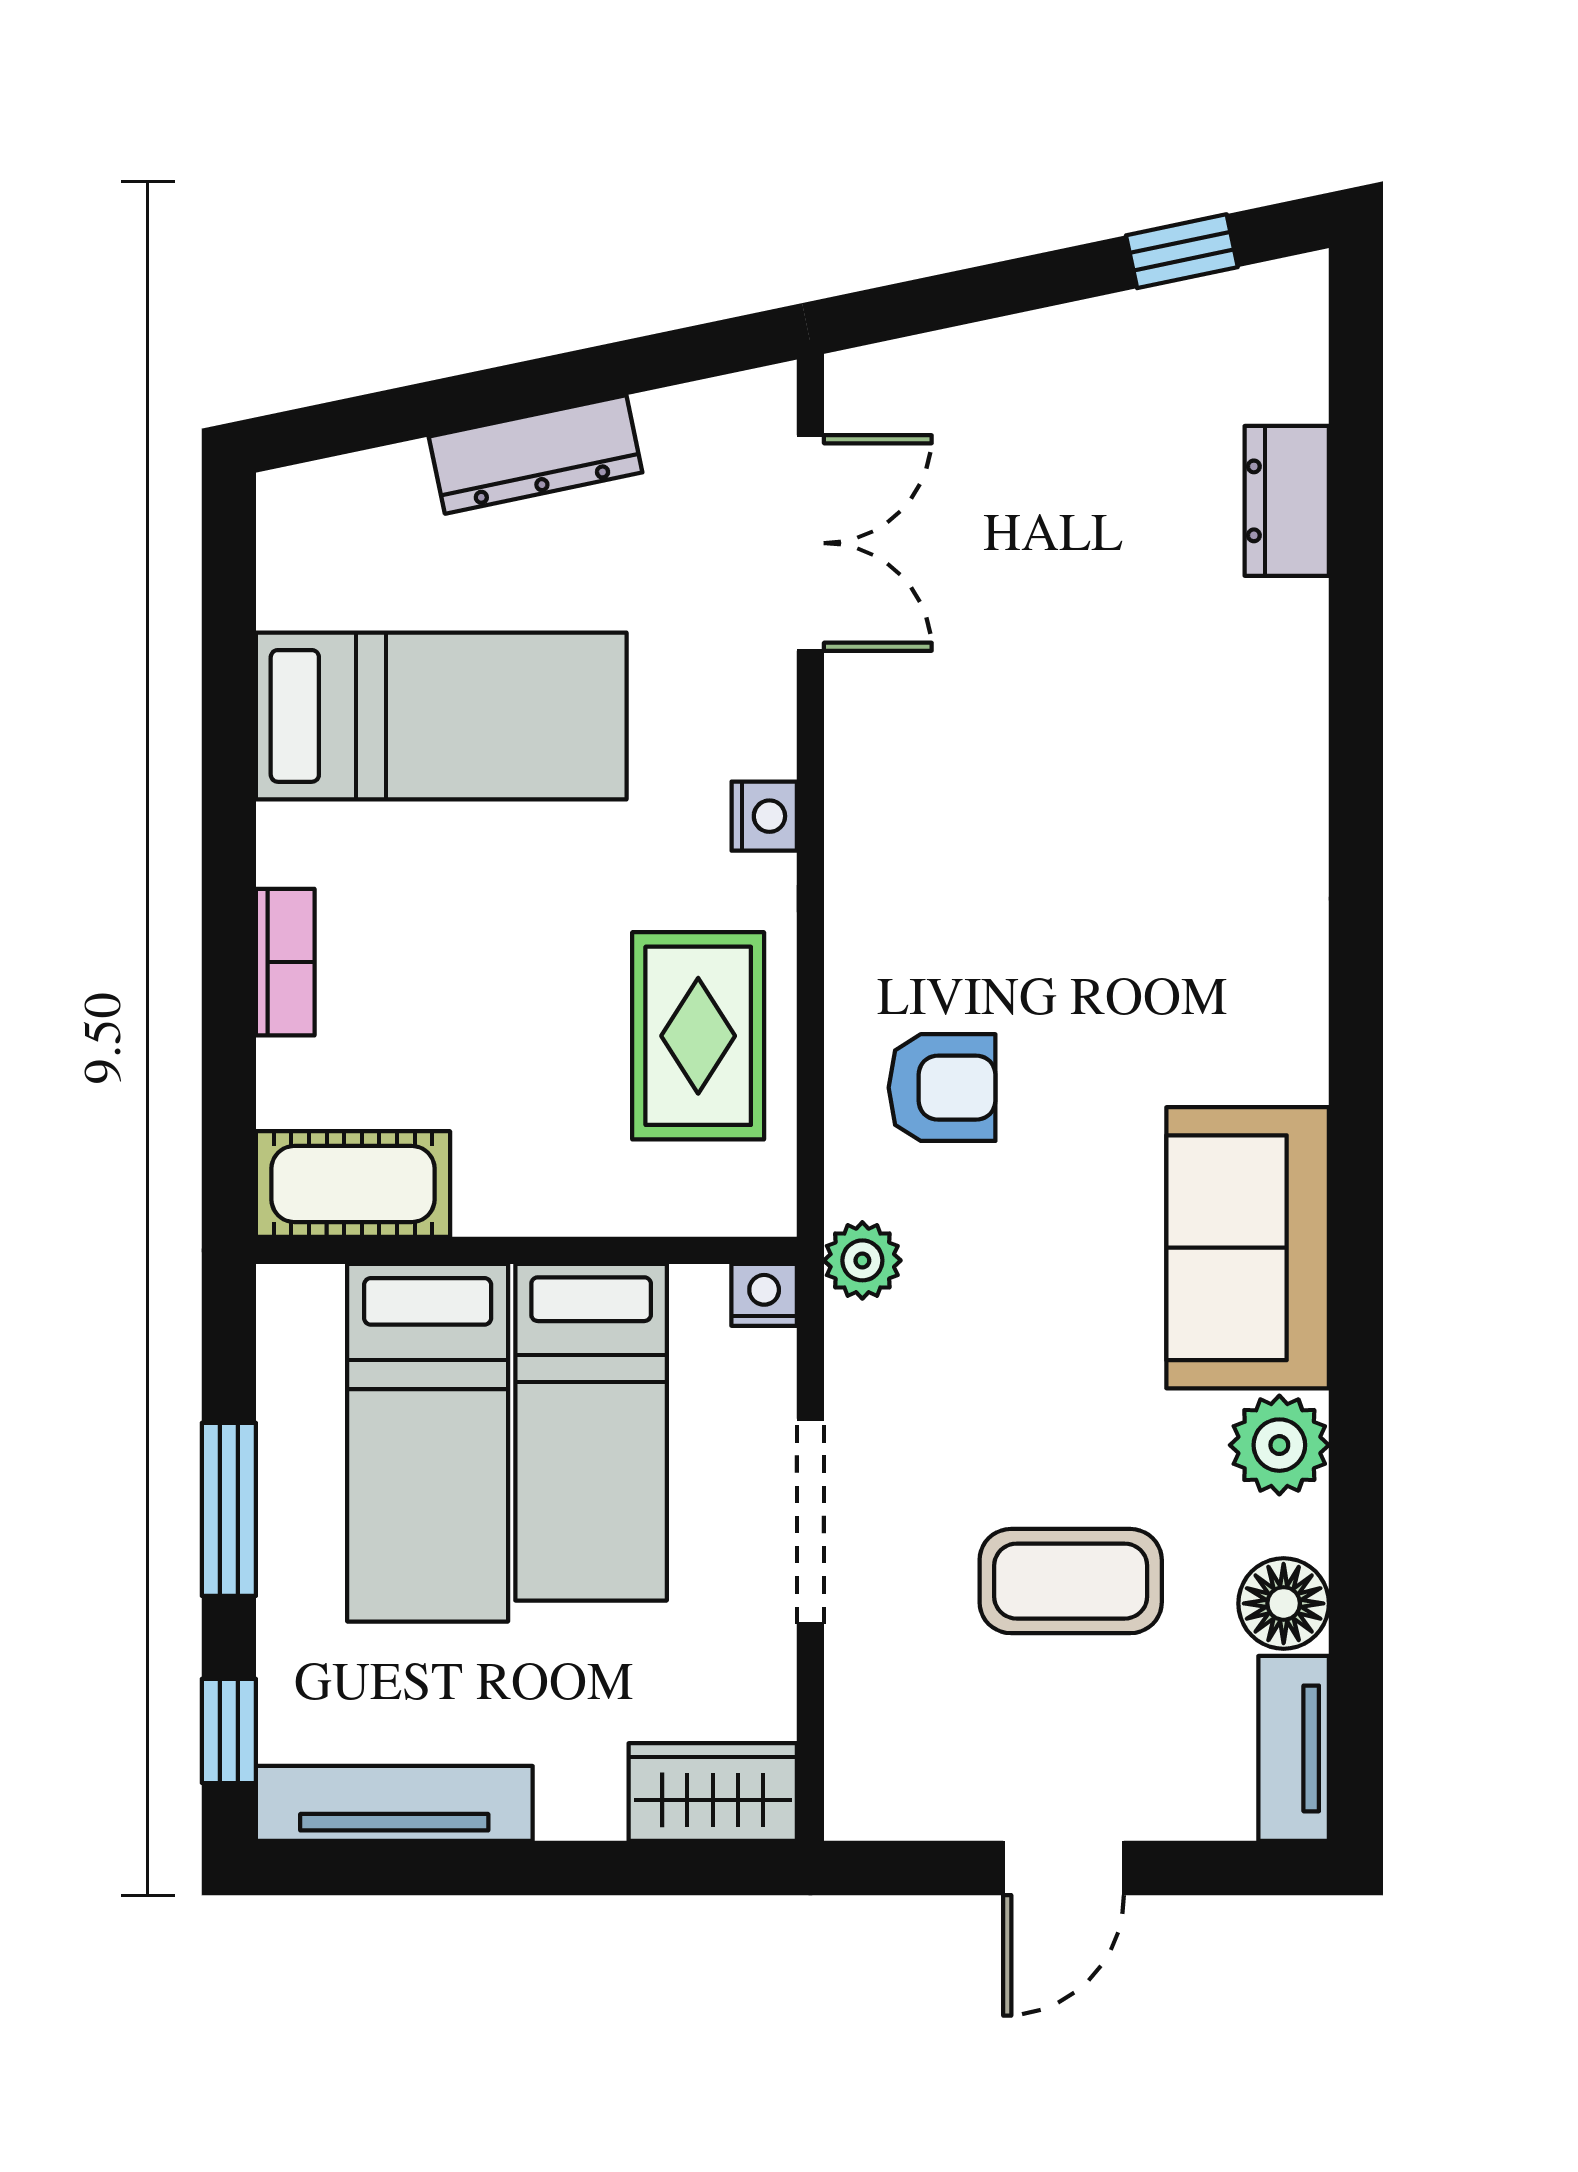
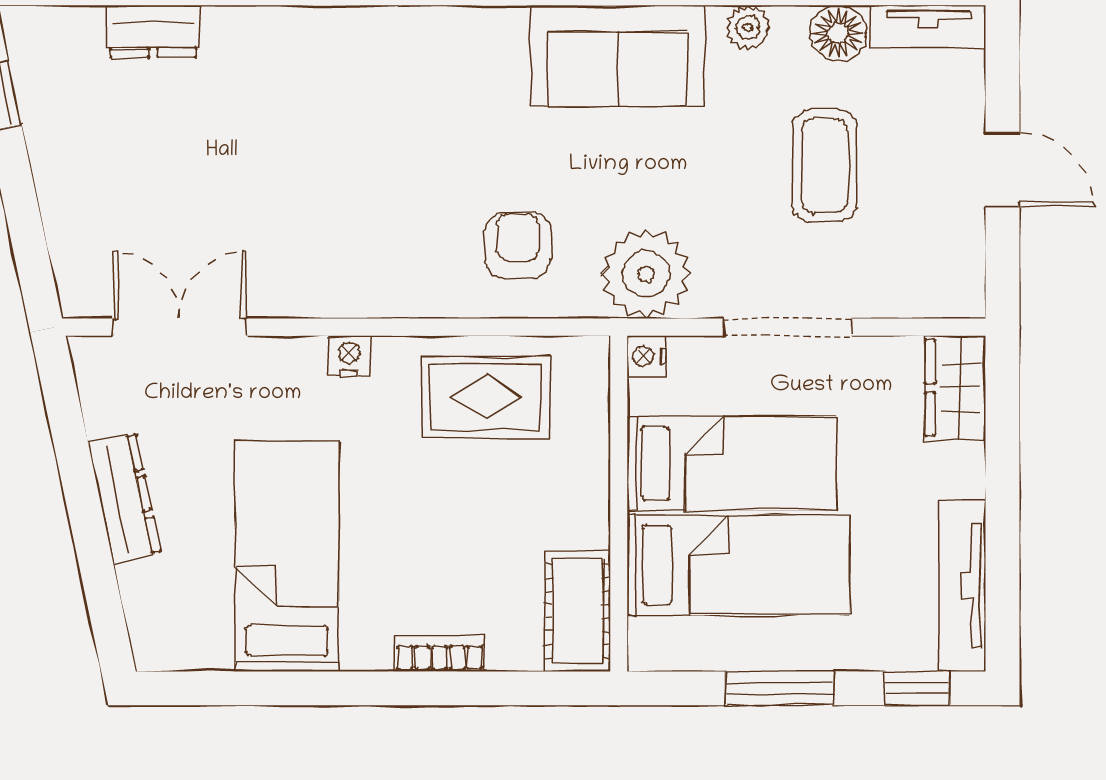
plant: (862, 1260) -> (646, 274), width x1.88, depth x1.88
plant: (1279, 1445) -> (748, 27), width x0.73, depth x0.73

